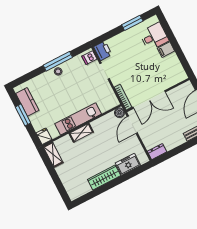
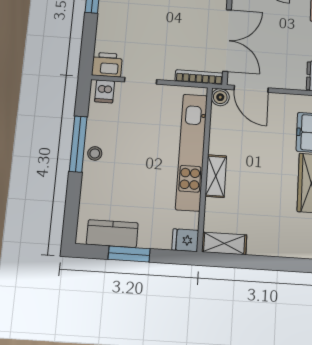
kitchen unit: (78, 119) -> (192, 152), width x1.36

